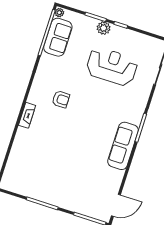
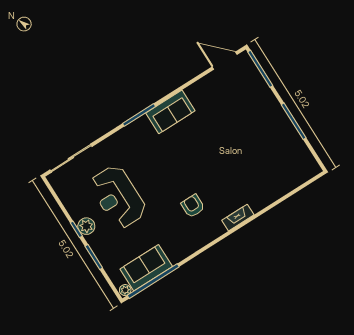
plant: (104, 28) -> (86, 226), moved
sofa: (123, 146) -> (170, 112), width x0.73

